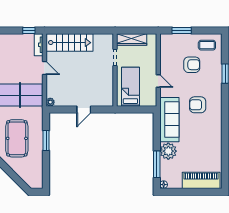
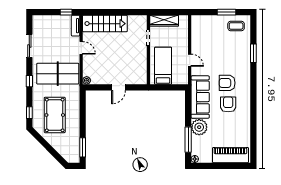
window: (182, 31) -> (226, 12), moved
armchair: (192, 65) -> (228, 104), moved, turned -90
window: (46, 140) -> (83, 147), moved

